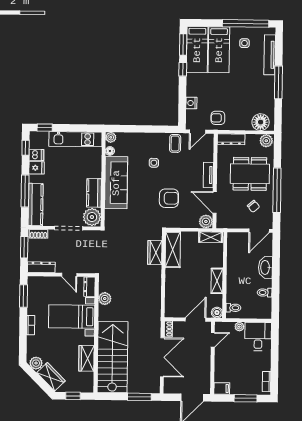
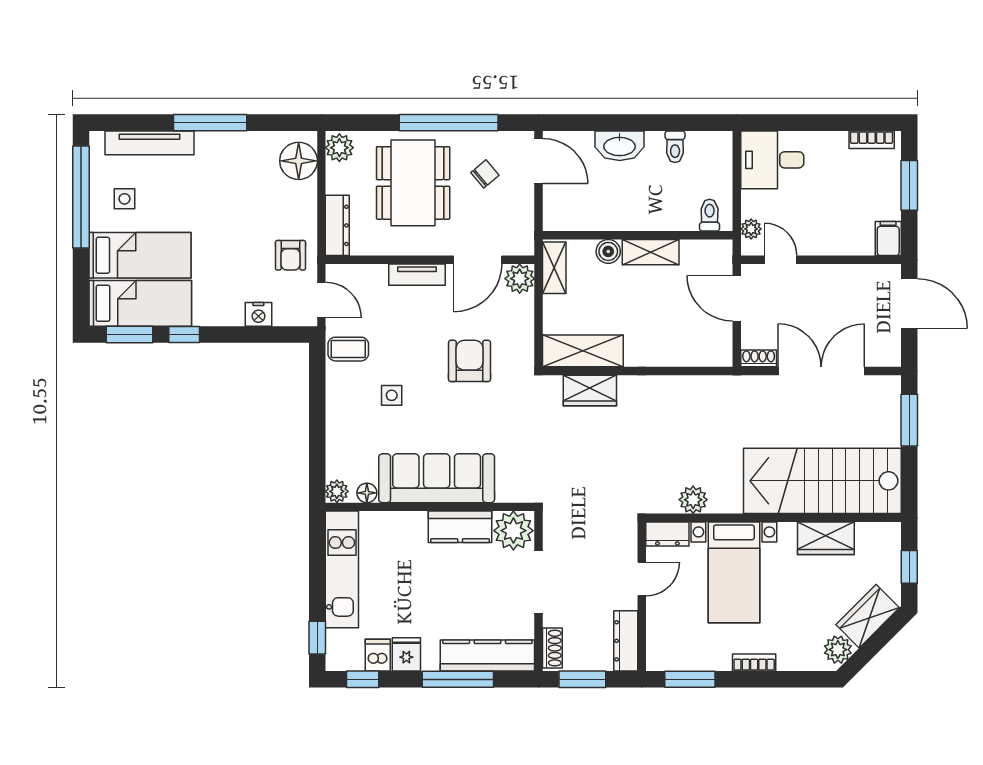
boiler: (217, 313) -> (608, 251), moved
plant: (239, 327) -> (751, 229), moved

